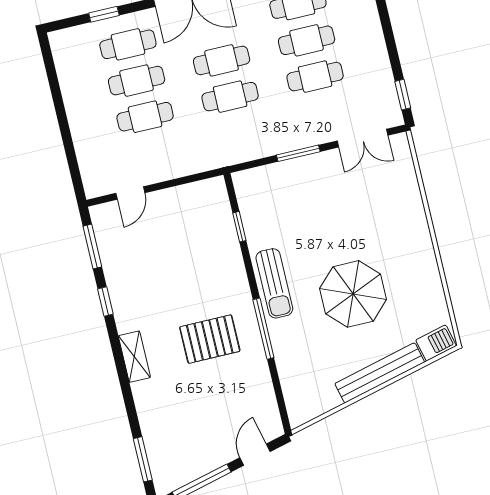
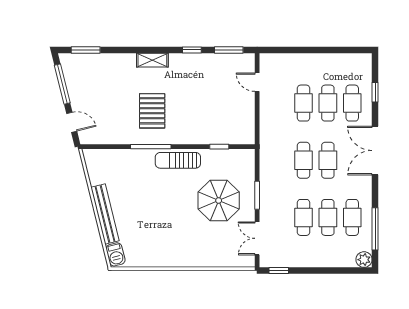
parasol: (353, 294) -> (219, 200), moved

